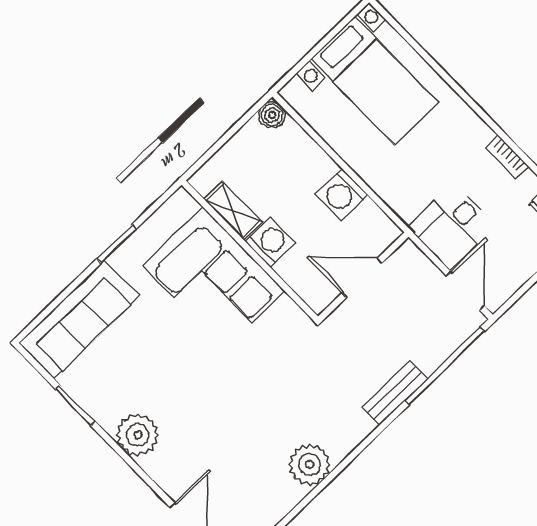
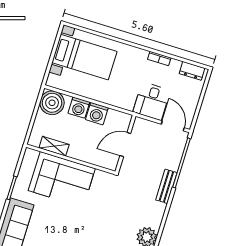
boiler: (272, 115) -> (52, 103), width x1.86, depth x1.86
washing machine: (270, 242) -> (79, 108), moved, turned 180

